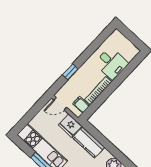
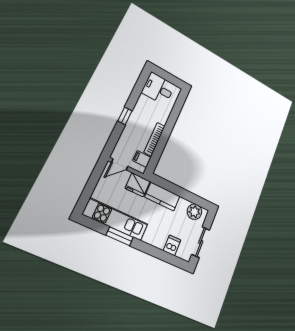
desk: (111, 63) -> (158, 89), moved, turned 180
window: (70, 72) -> (125, 116), moved

